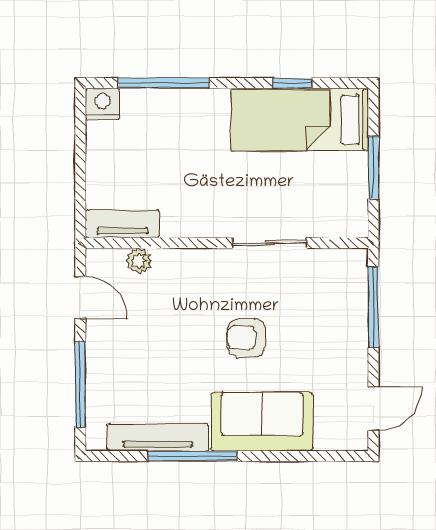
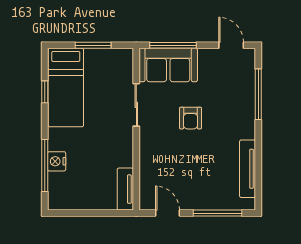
nightstand: (102, 104) -> (57, 161), moved
plant: (139, 261) -> (147, 180), removed
door: (80, 298) -> (168, 213), hinge flipped
sofa: (262, 422) -> (168, 65), moved, turned -90
window: (193, 456) -> (258, 94), moved

